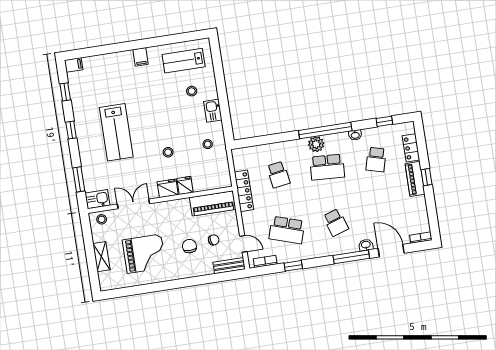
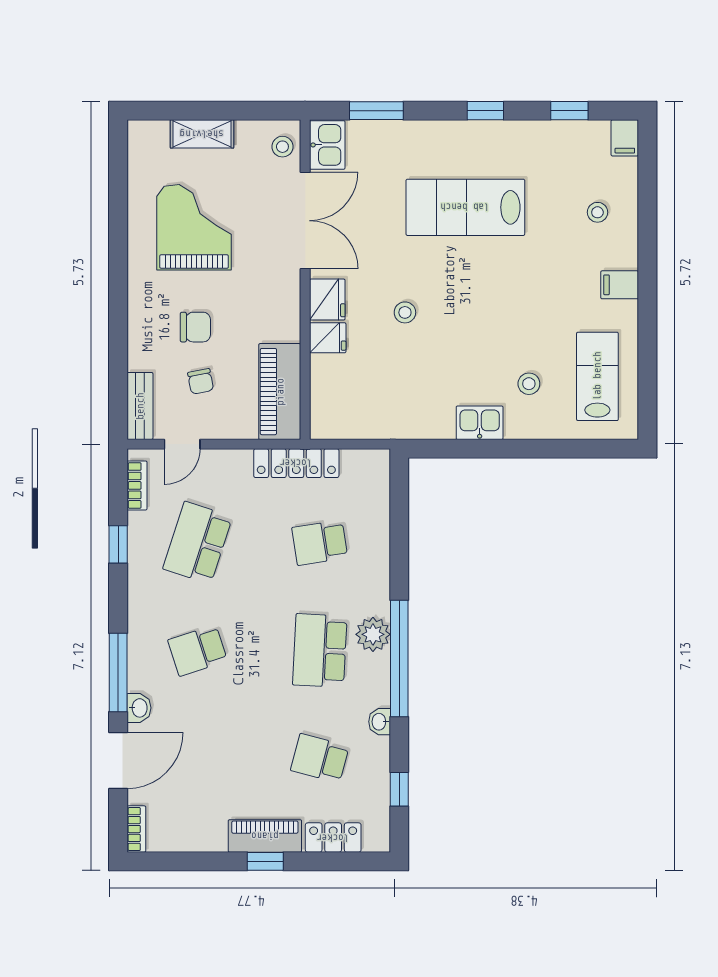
stool: (208, 144) -> (597, 212), moved
double door: (133, 204) -> (305, 221), width x1.37
grand piano: (144, 254) -> (194, 227), turned 180

